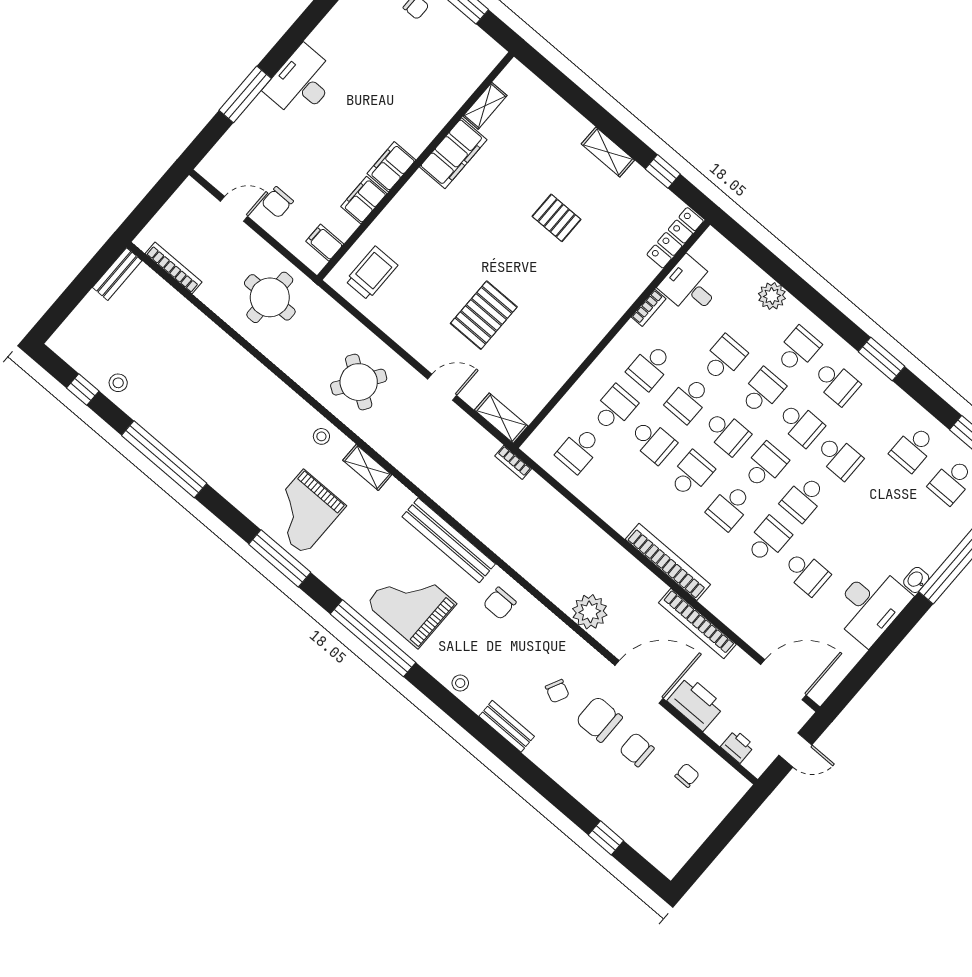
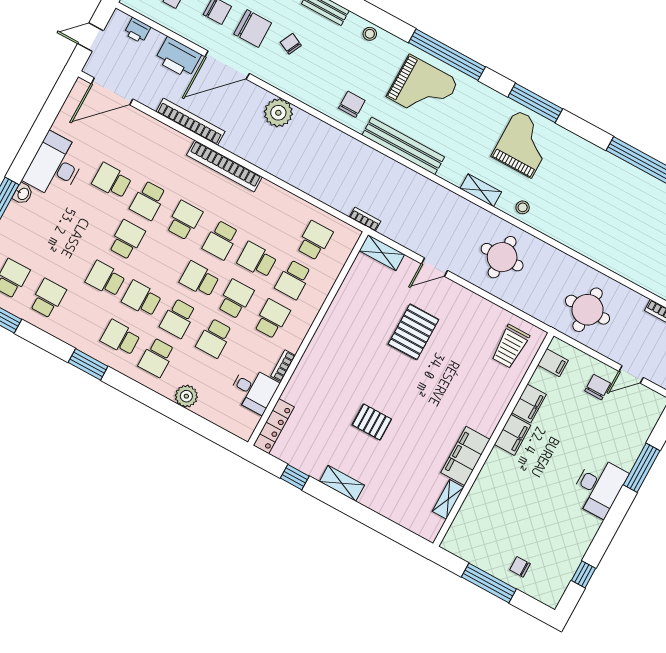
round table: (359, 382) -> (502, 257), turned -34
school desk: (765, 466) -> (163, 259), removed

